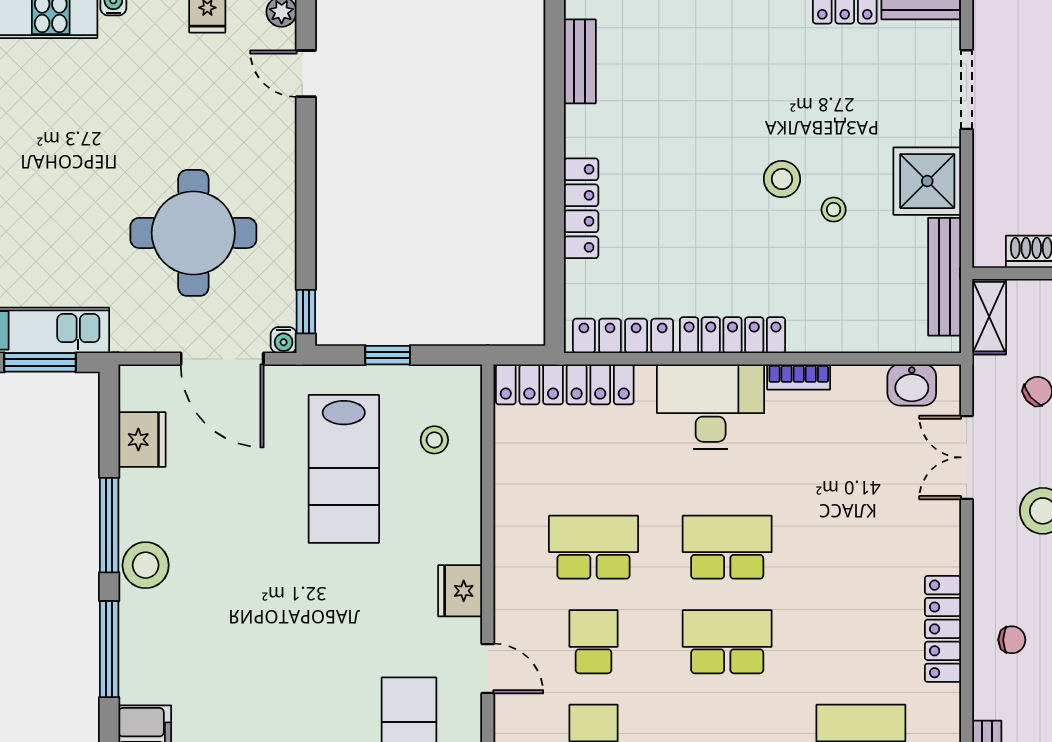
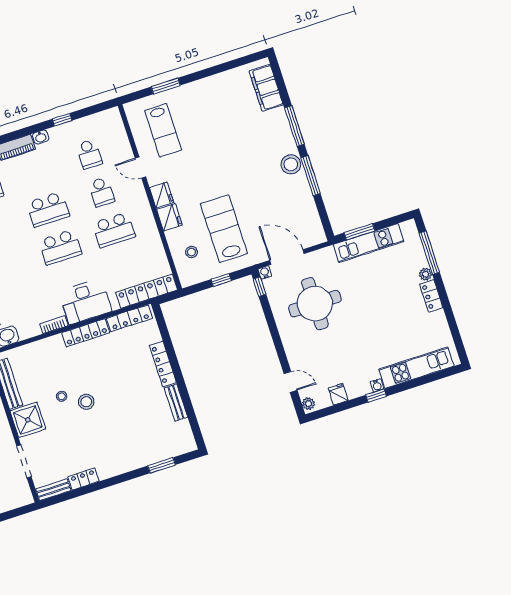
bench: (580, 61) -> (176, 402), moved
fridge: (142, 440) -> (169, 217), moved, turned 180

